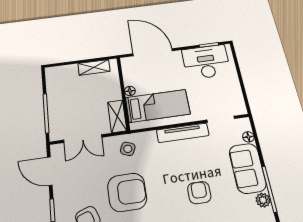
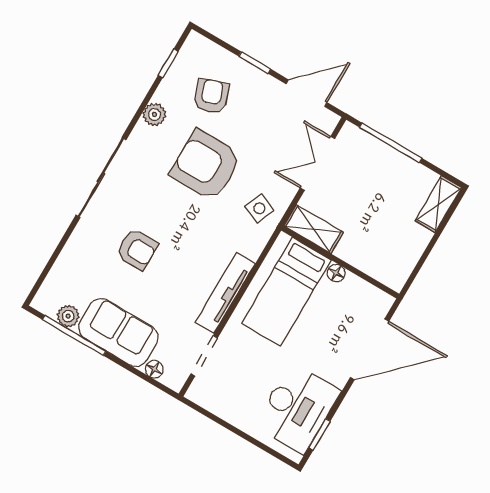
shelving: (94, 67) -> (438, 204), moved
armchair: (127, 192) -> (206, 165), turned 90

